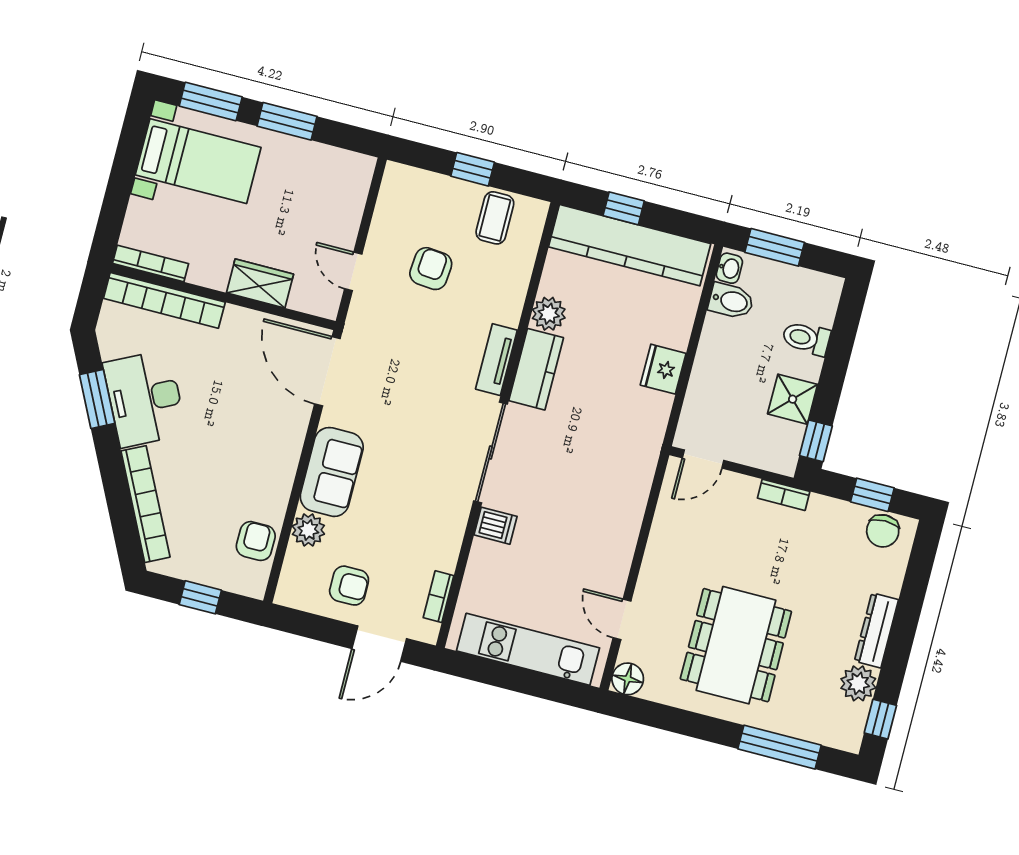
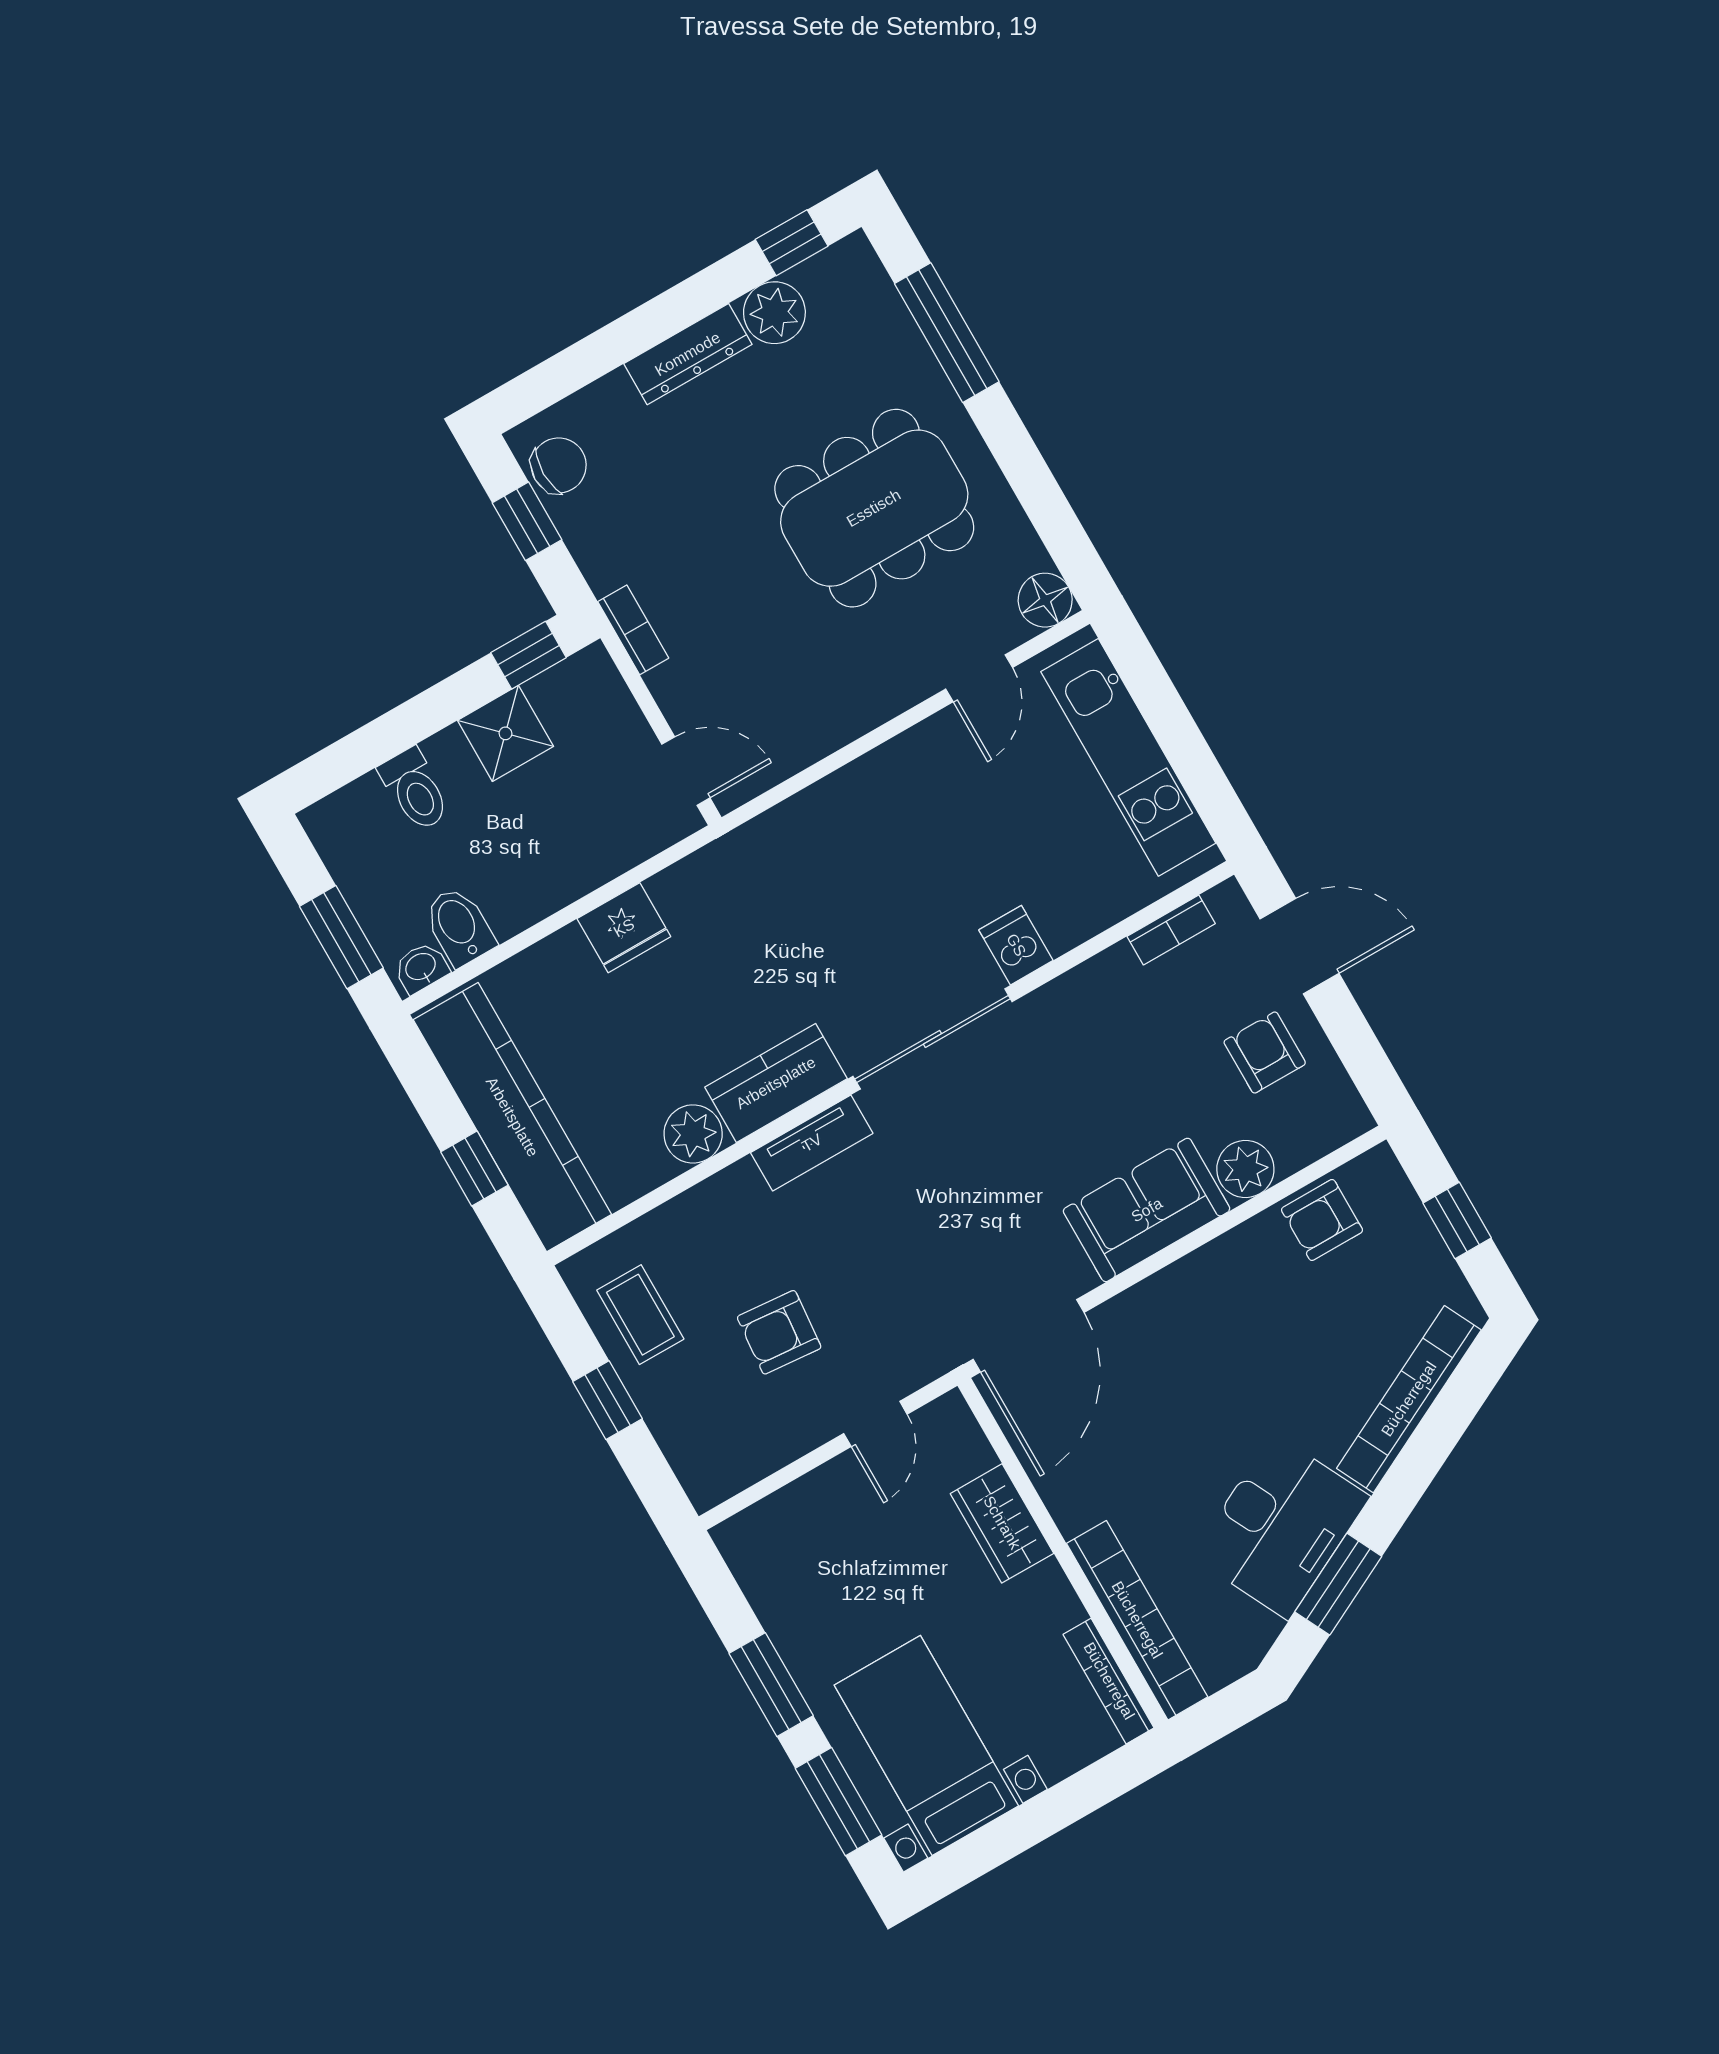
coffee table: (495, 218) -> (640, 1315), turned 90

